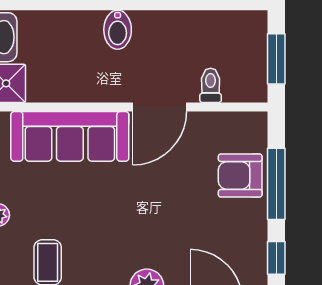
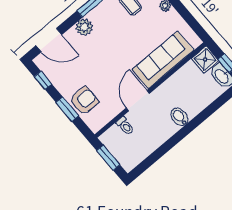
window: (276, 184) -> (67, 109), width x0.69

